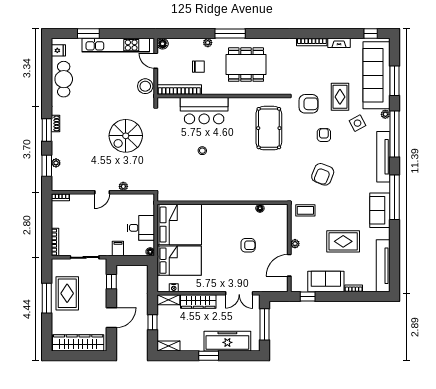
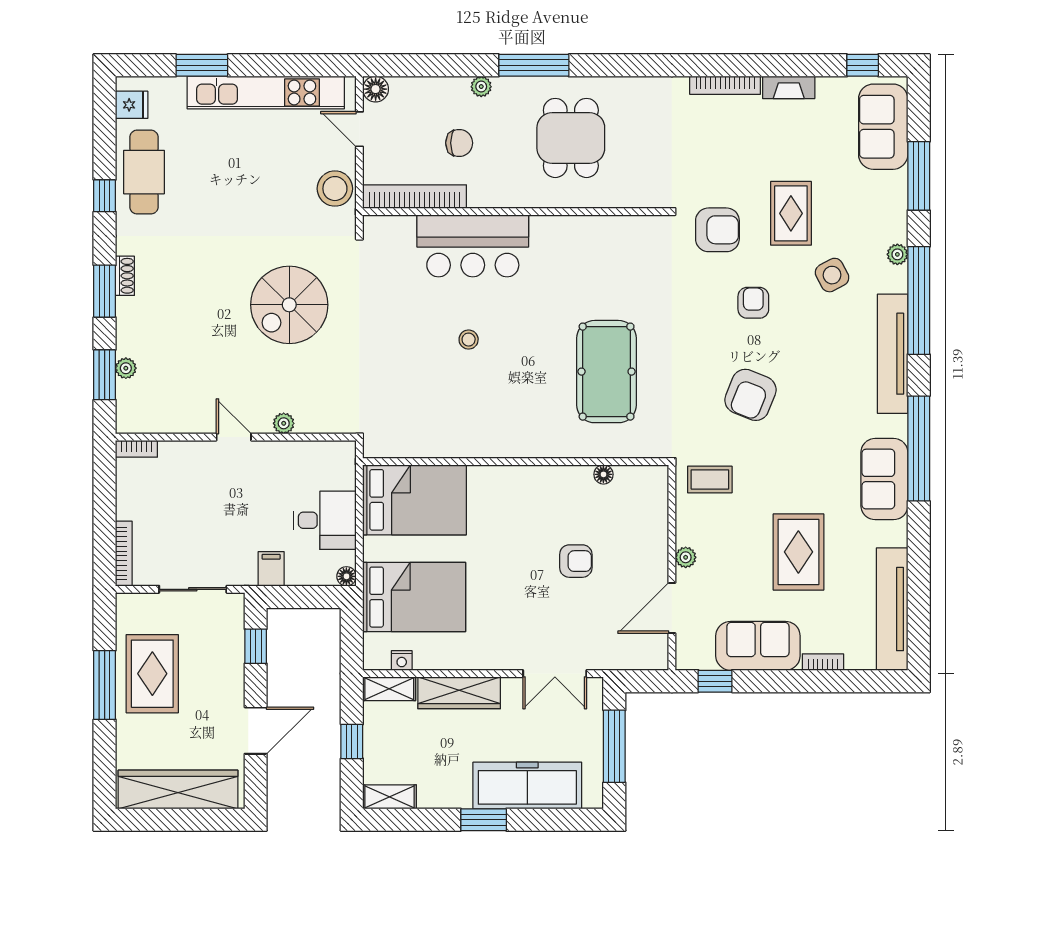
dining table: (246, 65) -> (571, 138), width x0.73
sofa: (377, 75) -> (883, 127), width x0.54, depth x0.79
window: (47, 89) -> (105, 196), added
pool table: (269, 128) -> (607, 372), moved
door: (102, 192) -> (234, 437), swing flipped
bed: (179, 225) -> (415, 500), width x0.73
rug: (343, 241) -> (798, 552), turned 90

